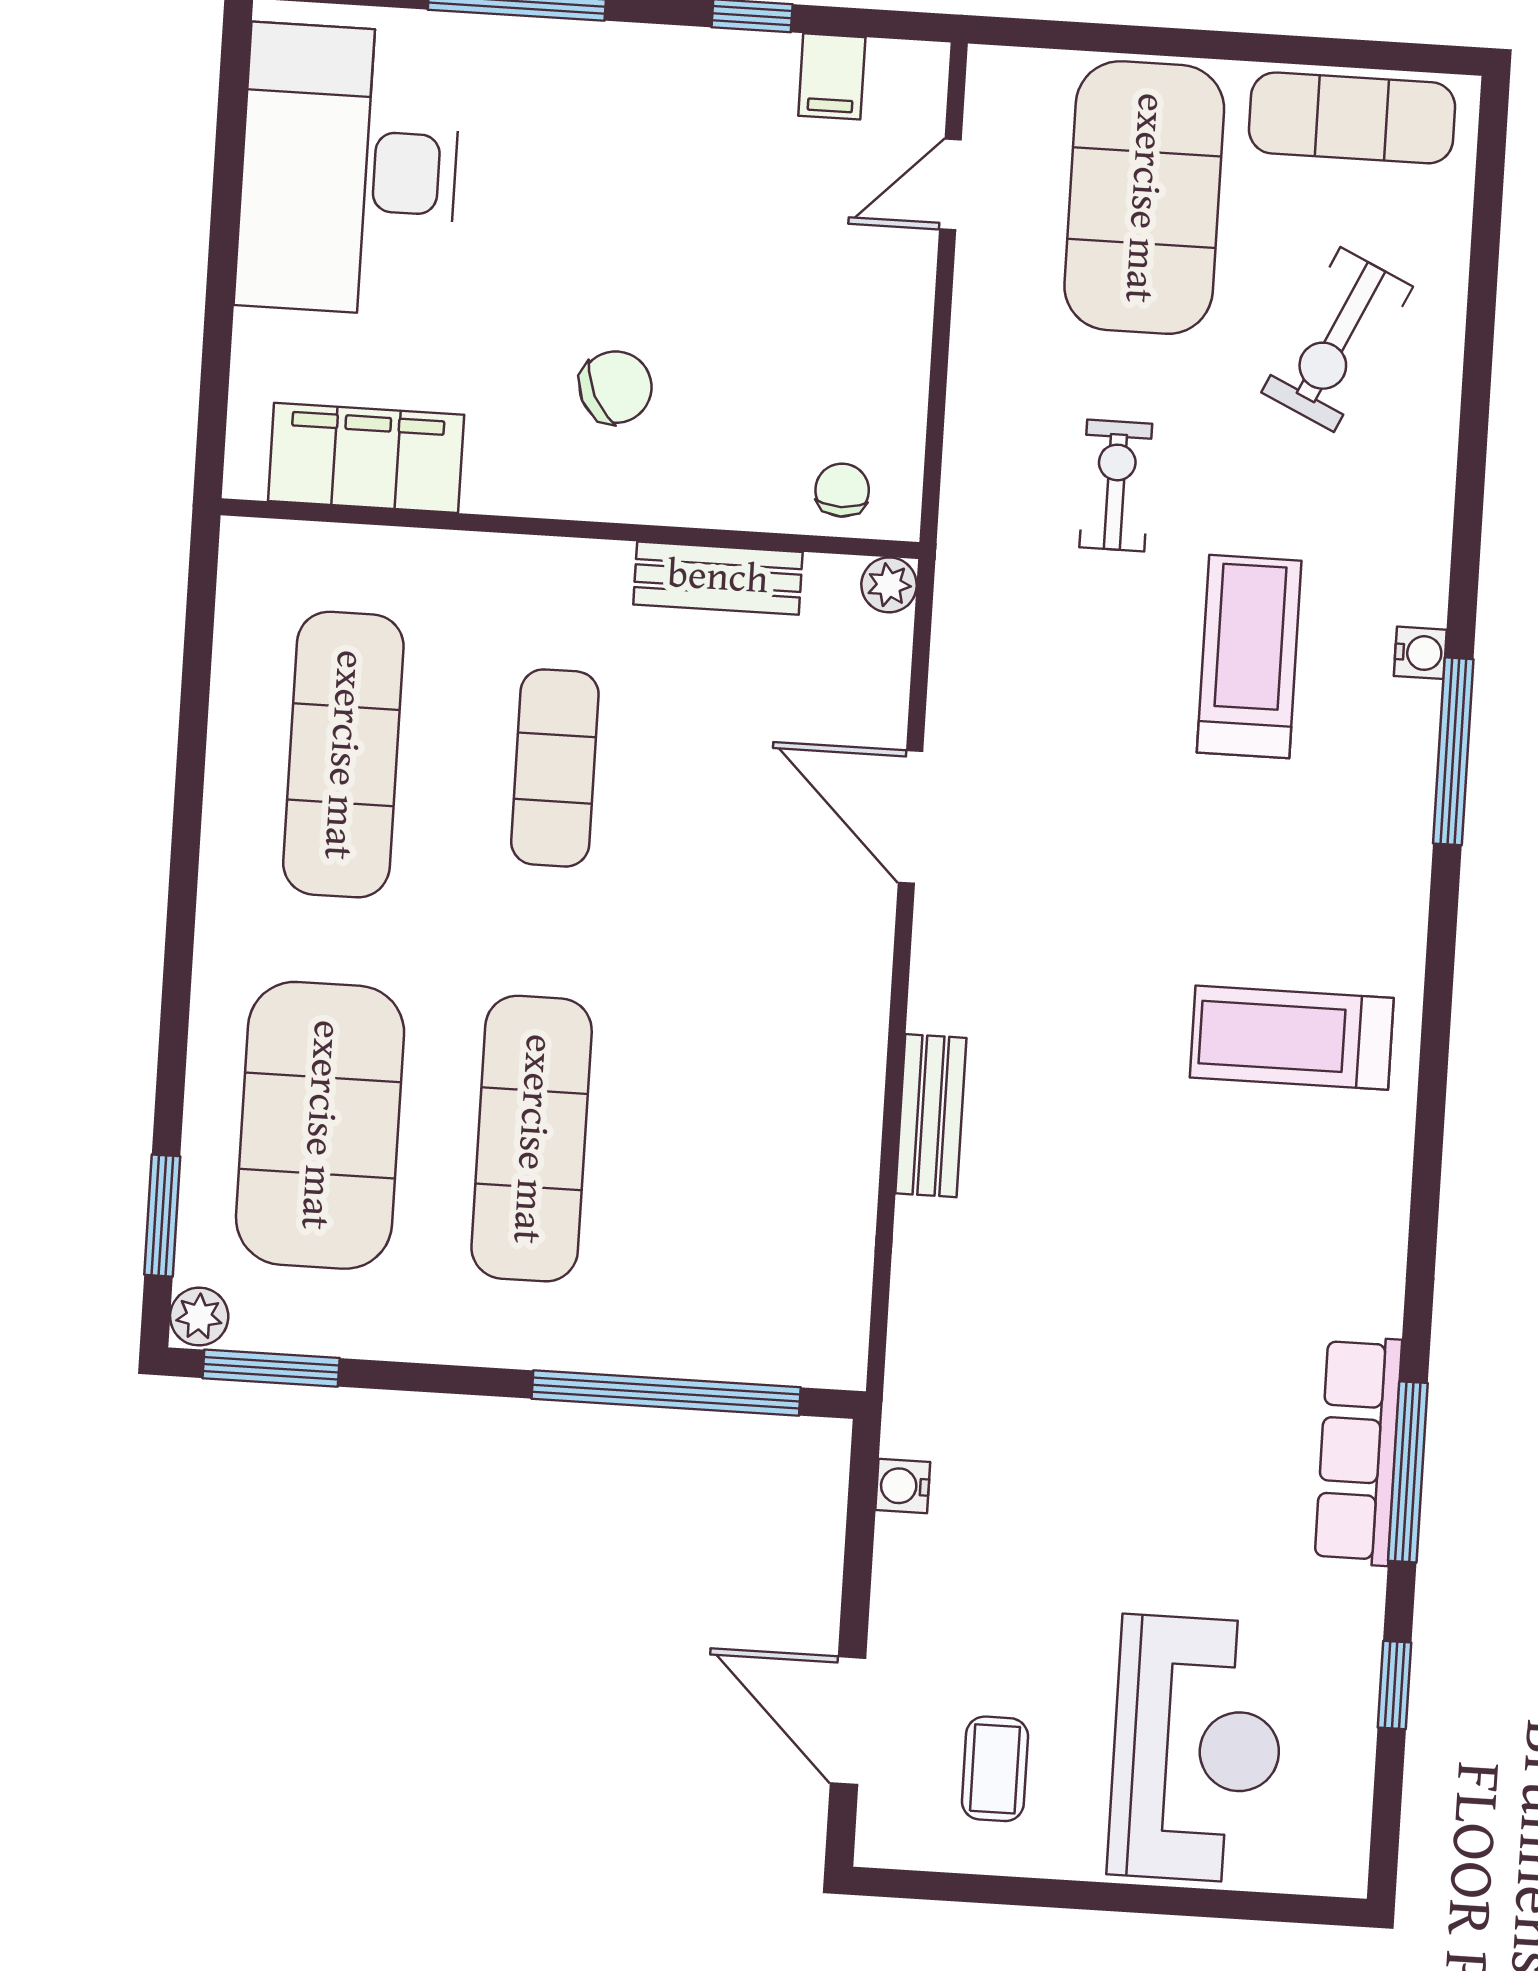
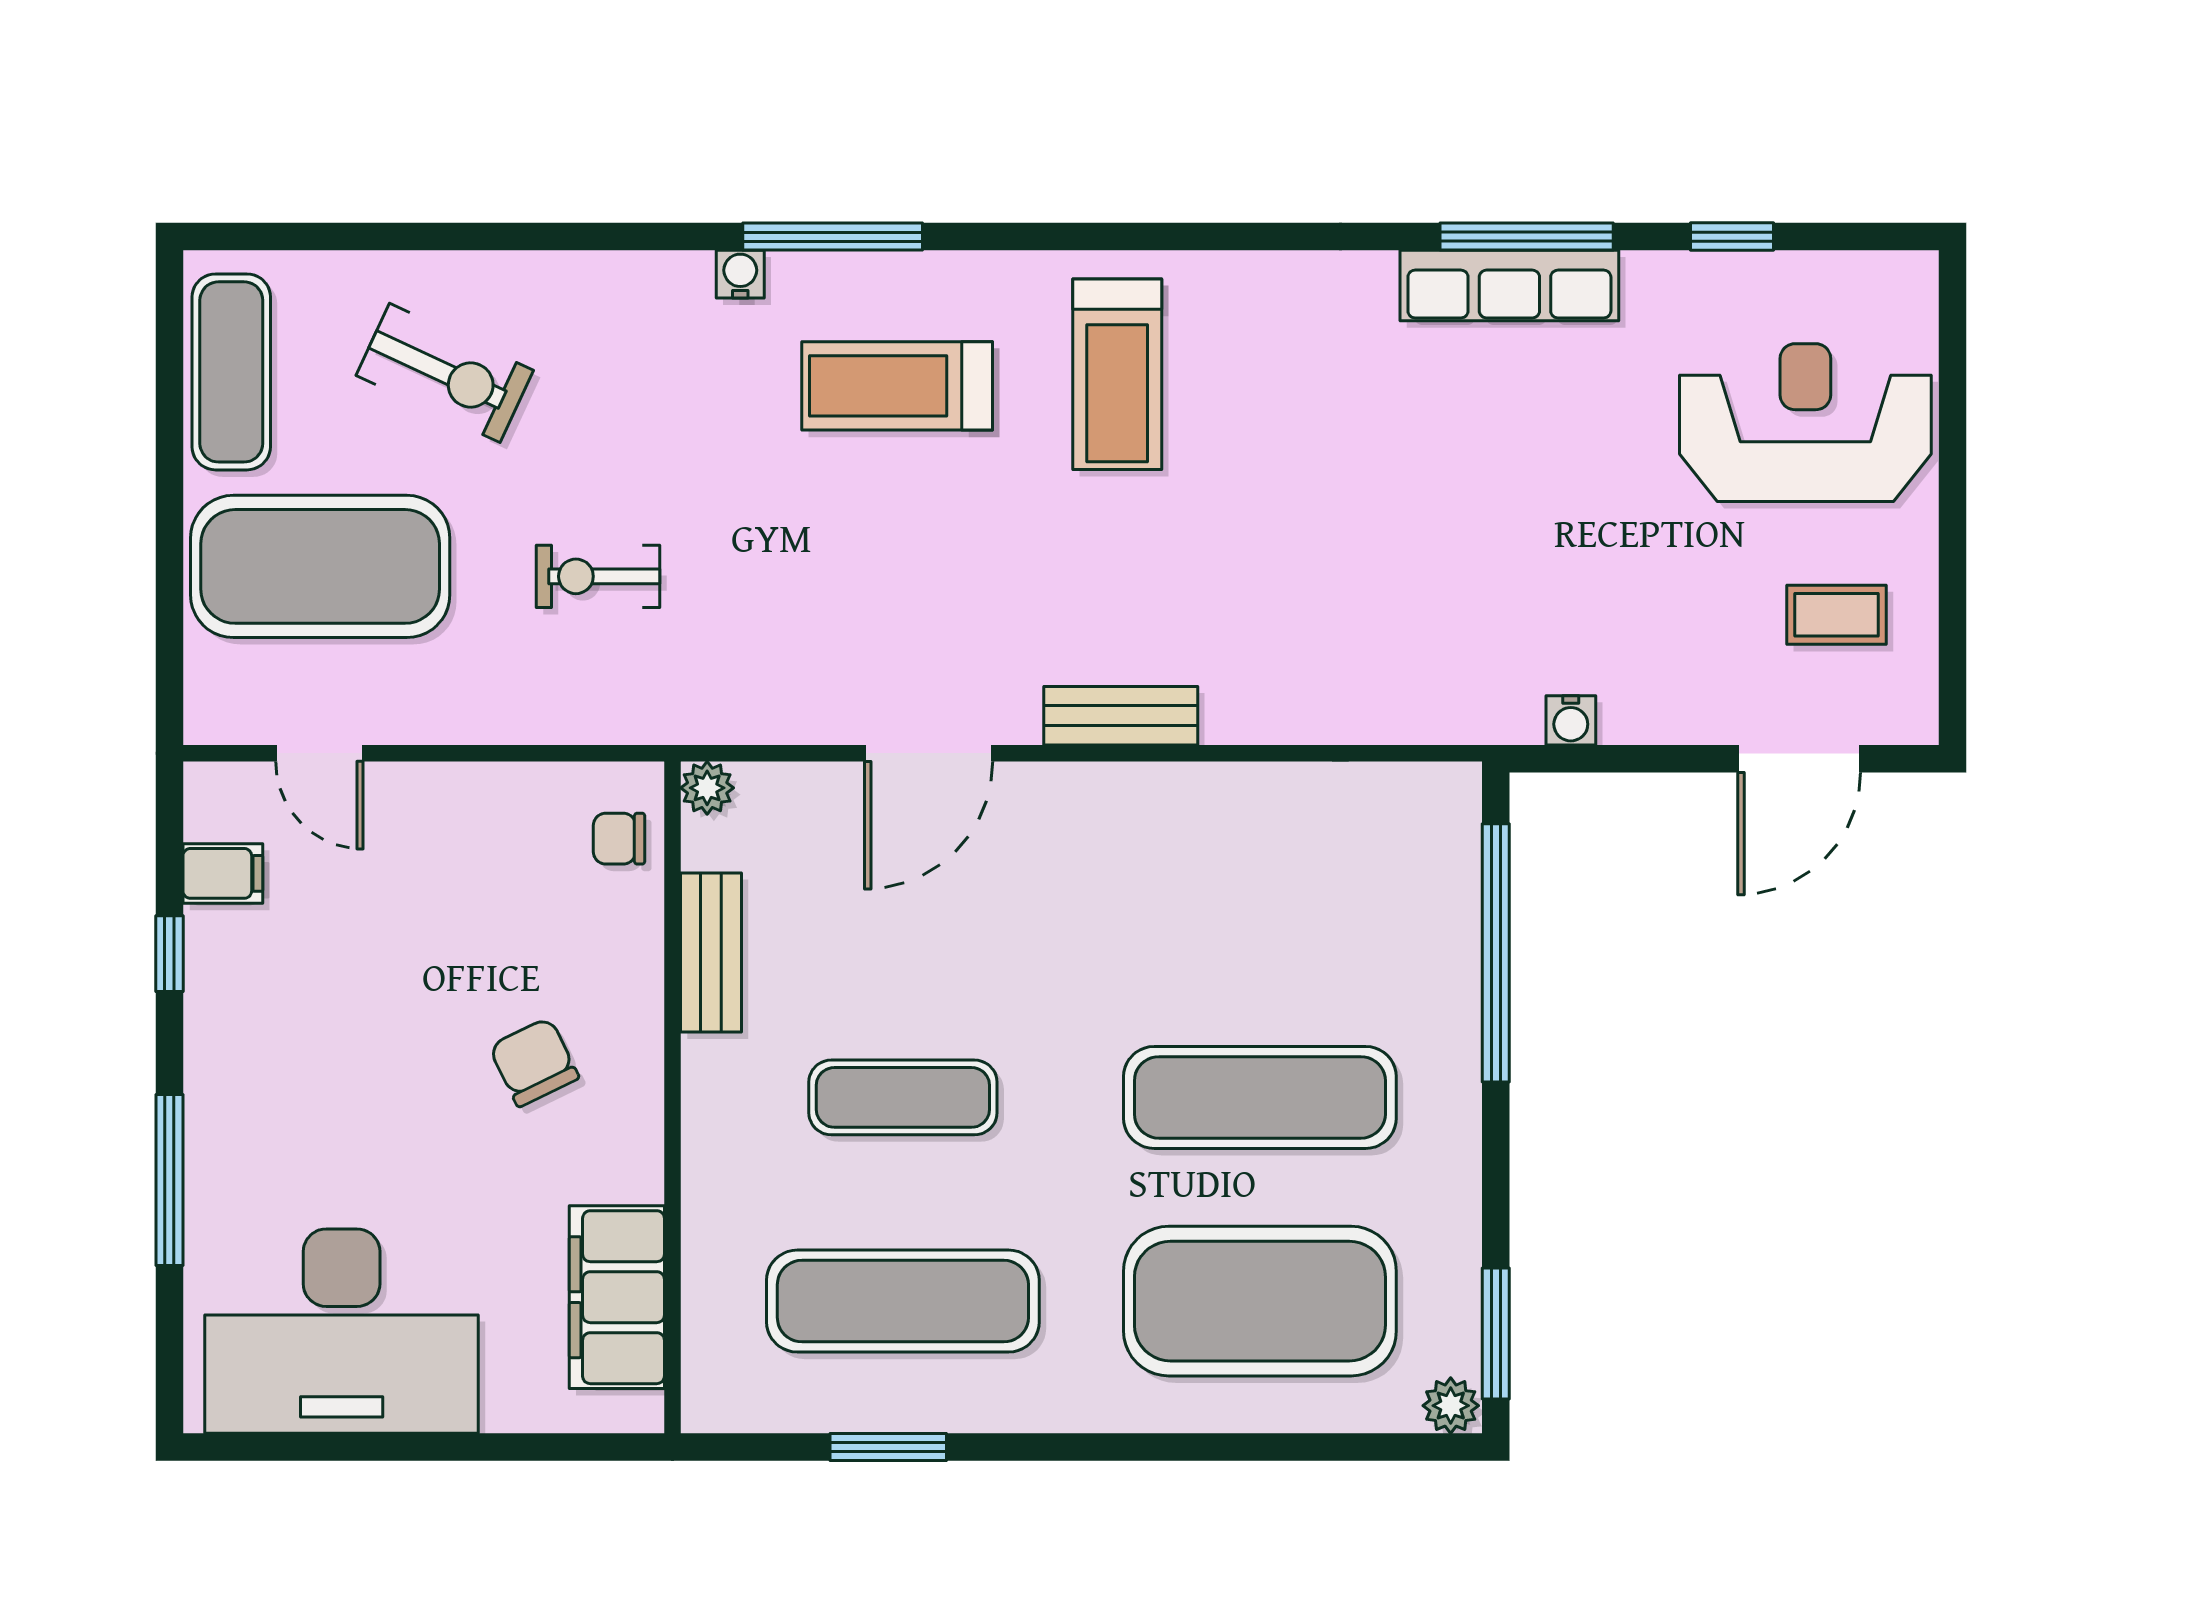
treadmill: (1249, 657) -> (897, 386), moved
bench: (931, 1116) -> (1121, 716), moved
window: (162, 1216) -> (888, 1447), moved

